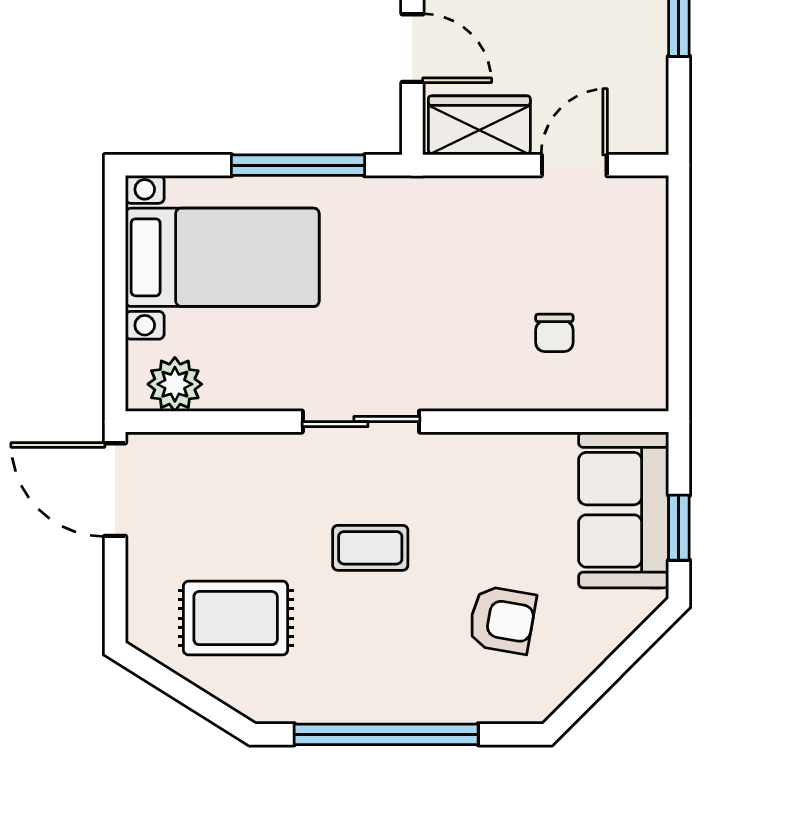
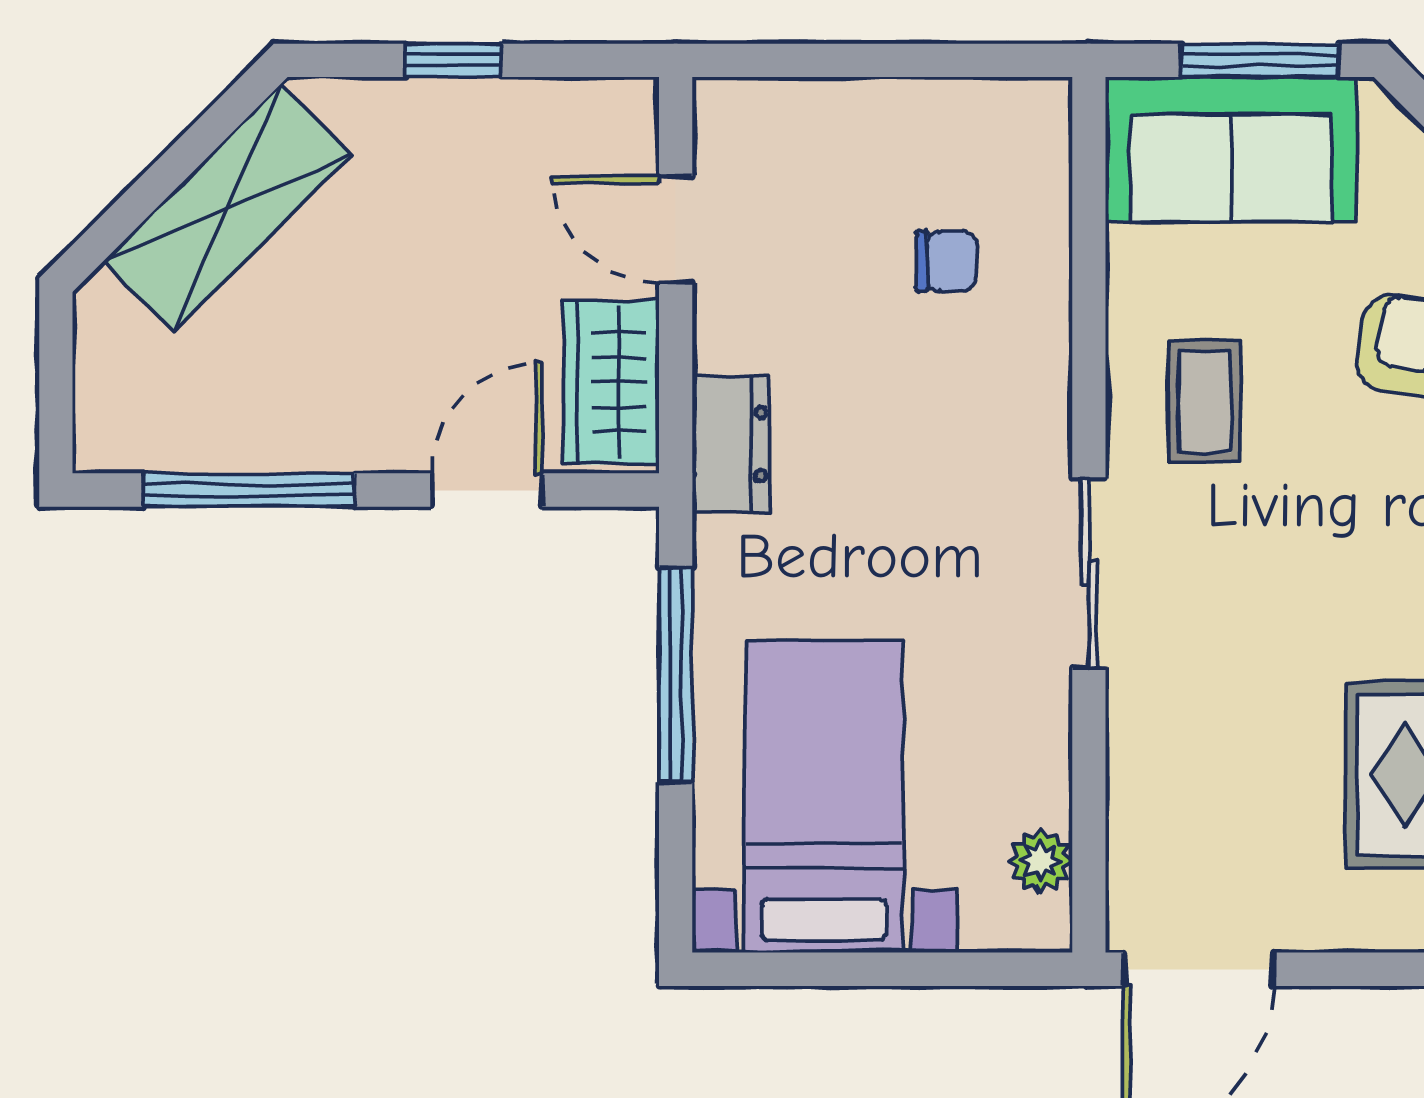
dresser: (441, 199) -> (731, 444), added
plant: (175, 384) -> (1041, 861), width x0.73, depth x0.73
window: (679, 528) -> (1260, 60), width x1.50
coffee table: (370, 548) -> (1205, 401), moved

